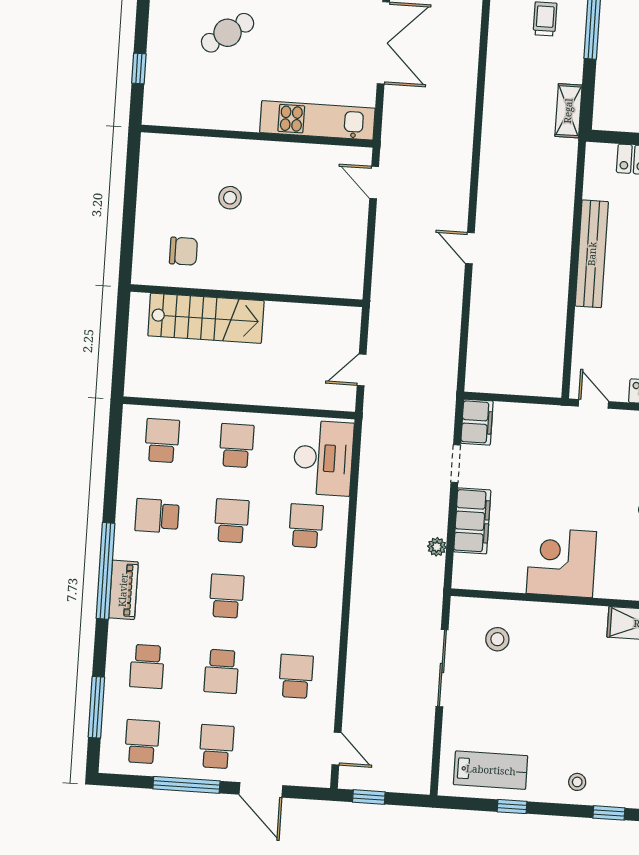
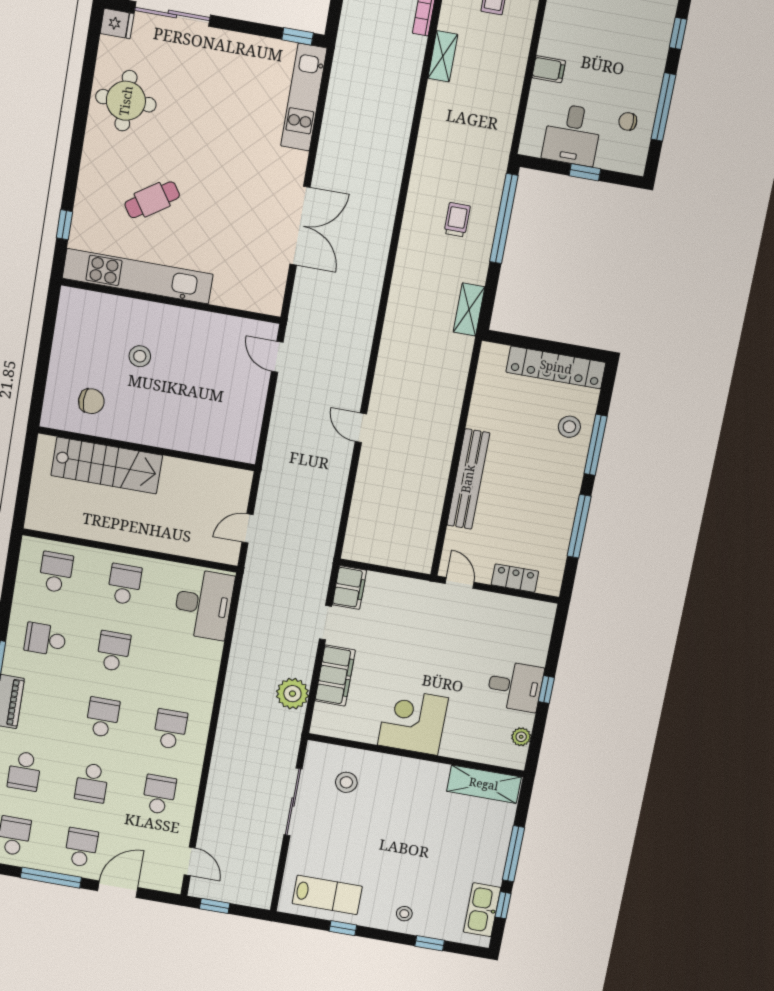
kitchen unit: (317, 120) -> (138, 276), moved, width x1.36
bench: (592, 254) -> (468, 479), moved
school desk: (306, 526) -> (170, 729), moved
plant: (437, 547) -> (292, 694), width x1.88, depth x1.88
door: (261, 790) -> (118, 889), swing flipped

